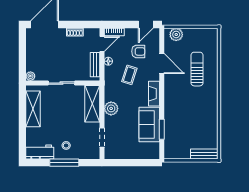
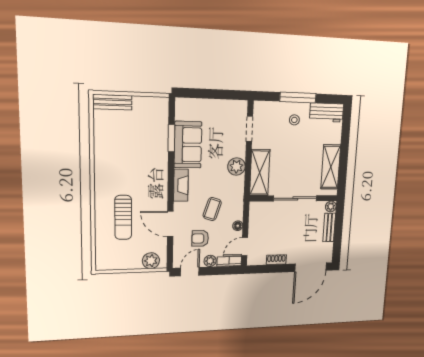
plant: (130, 33) -> (210, 261), added
bench: (95, 65) -> (329, 227), moved
sliding door: (62, 83) -> (295, 198), width x1.37

